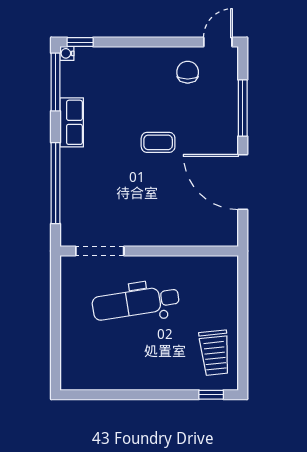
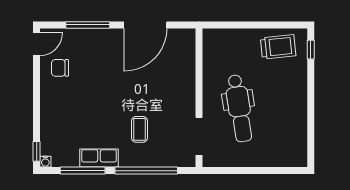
door: (218, 42) -> (37, 44), swing flipped
window: (56, 82) -> (83, 171), moved
coffee table: (158, 142) -> (140, 129), moved

